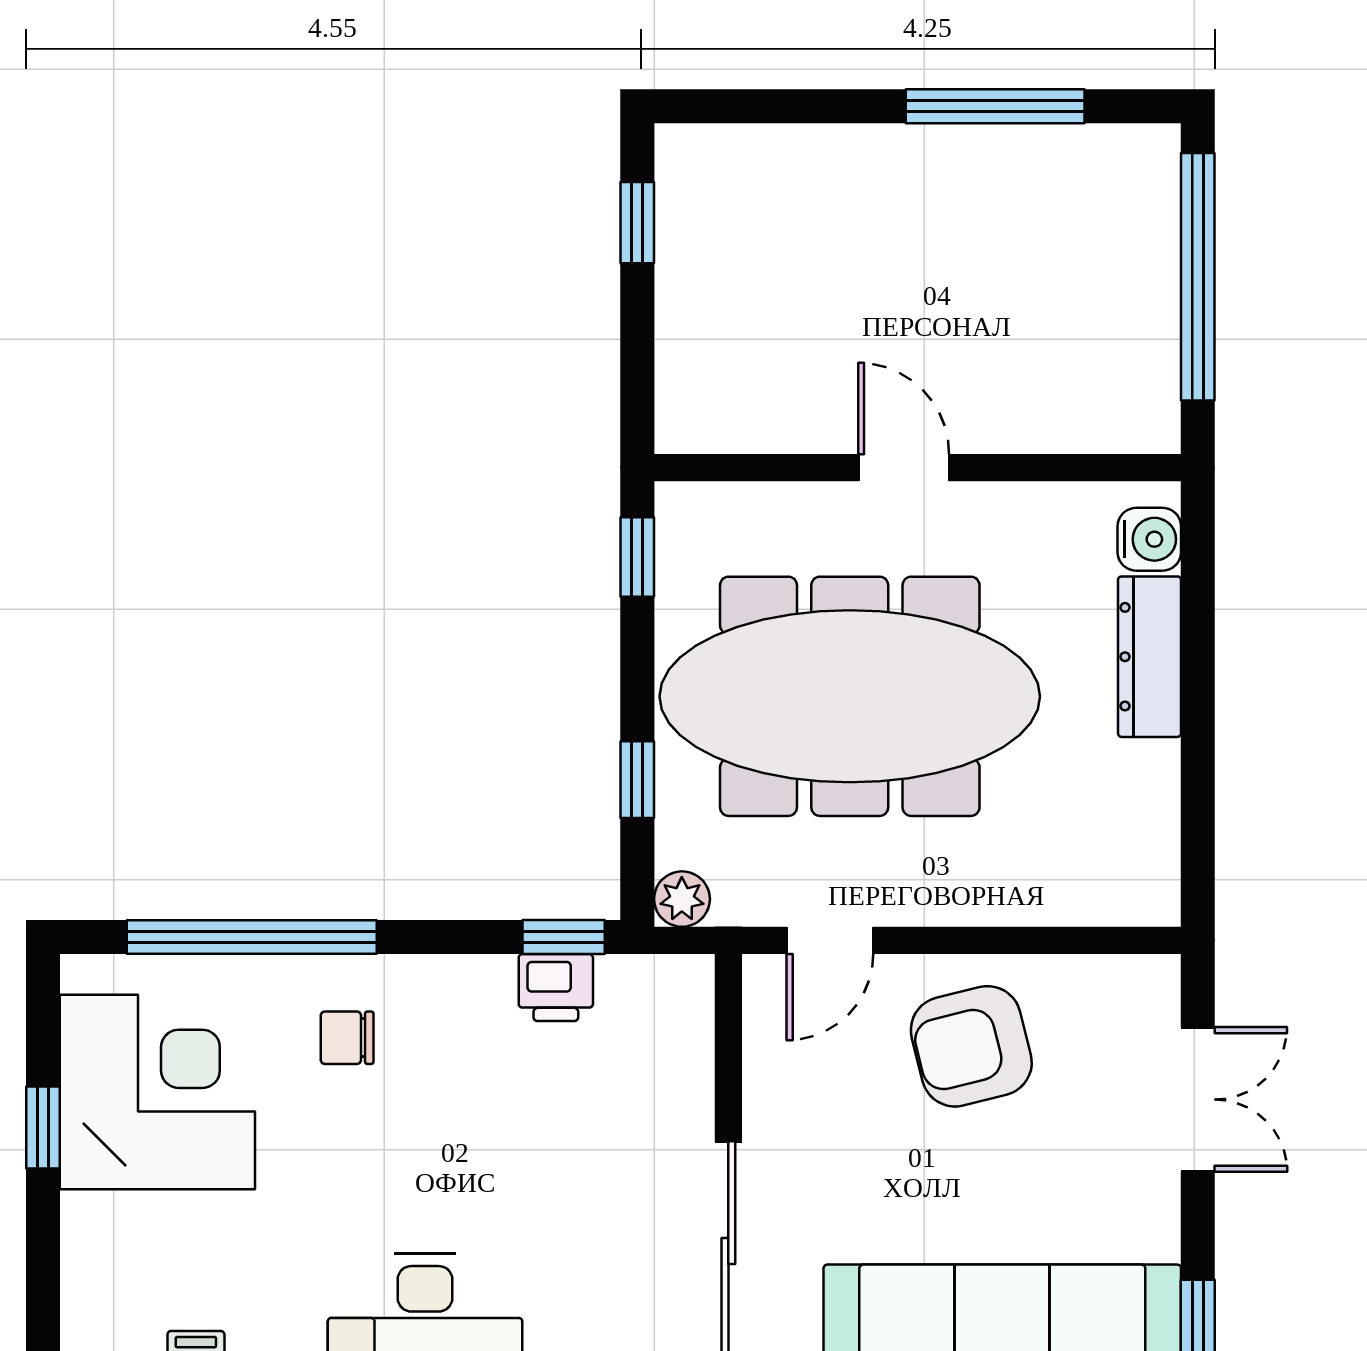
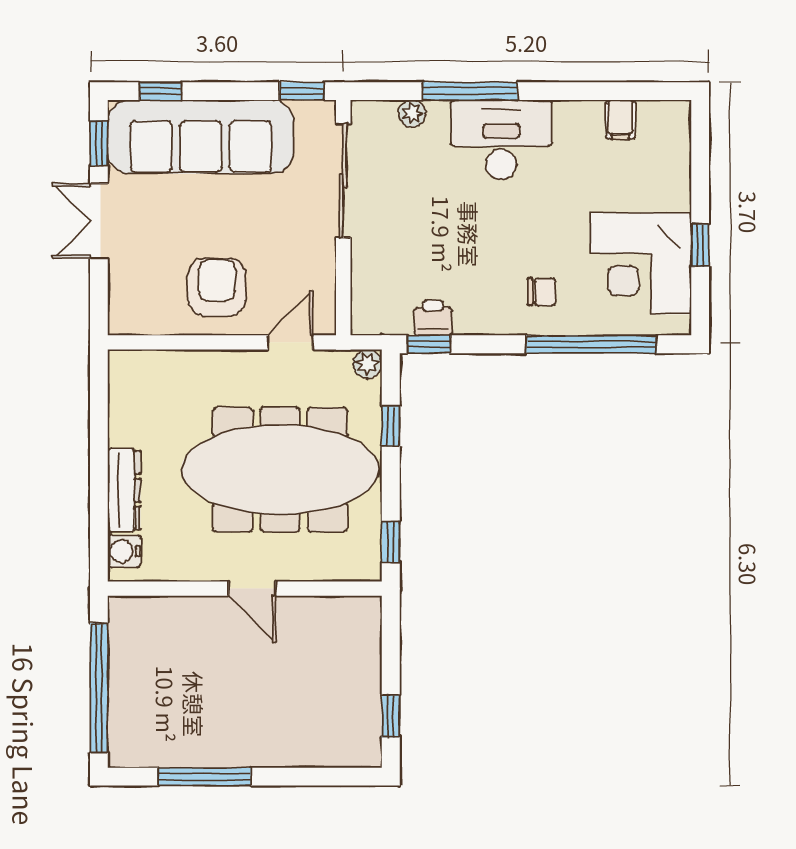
armchair: (971, 1046) -> (217, 287), turned -76
double door: (1198, 1099) -> (99, 221), moved

